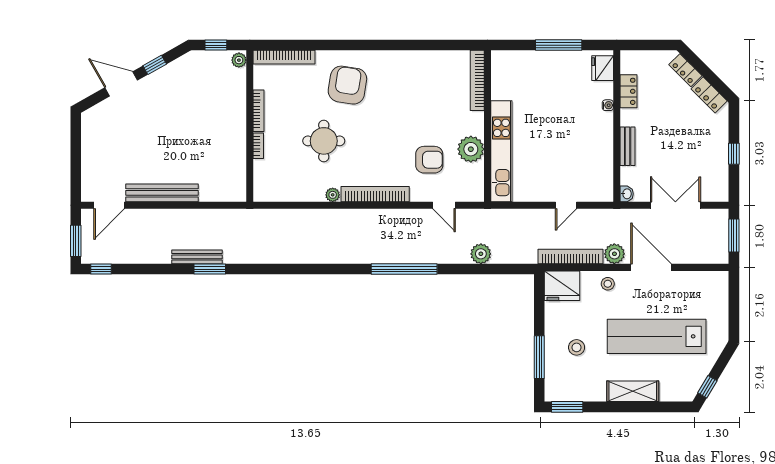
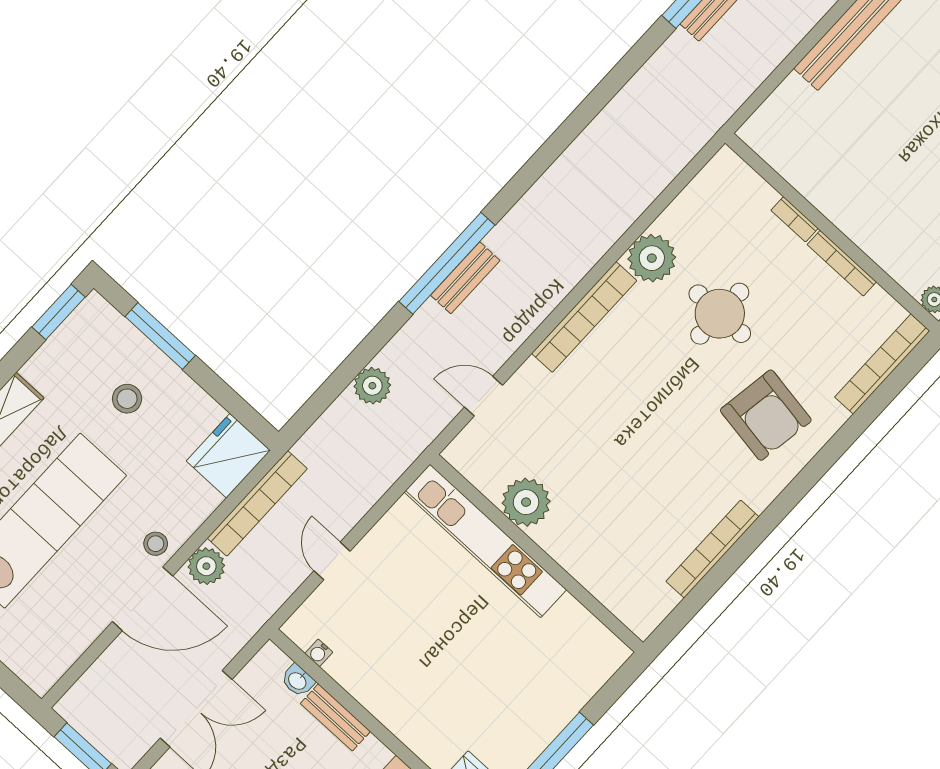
bookcase: (477, 80) -> (712, 549), moved, turned -90
water cooler: (608, 105) -> (319, 653), moved
armchair: (429, 160) -> (564, 433), removed
washbasin: (627, 194) -> (298, 681), moved
plant: (333, 195) -> (652, 258), width x1.88, depth x1.88
bench: (403, 256) -> (465, 278), added
stool: (608, 284) -> (156, 544), moved

